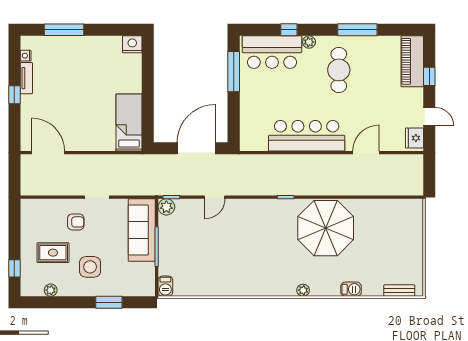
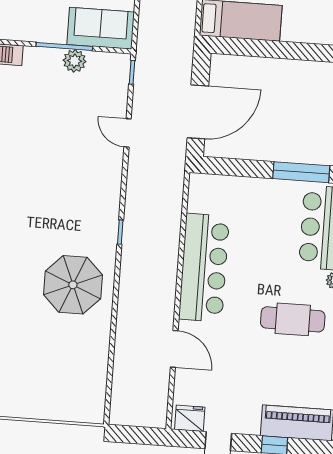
door: (196, 148) -> (198, 112), hinge flipped
plant: (166, 207) -> (75, 61), moved
parasol: (326, 228) -> (73, 285), width x0.73, depth x0.73
sofa: (142, 230) -> (101, 28), width x0.73

